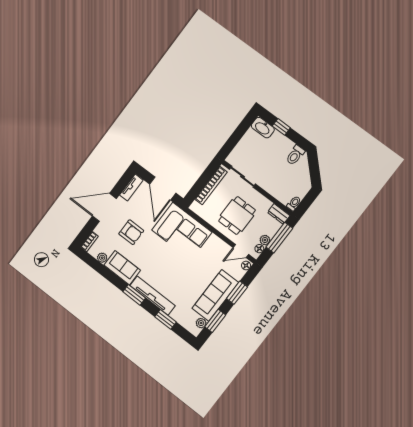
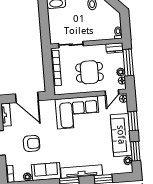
dining table: (237, 216) -> (89, 72), turned 90
corner sofa: (182, 231) -> (77, 112), moved

